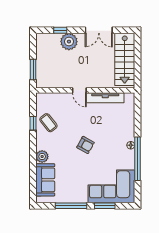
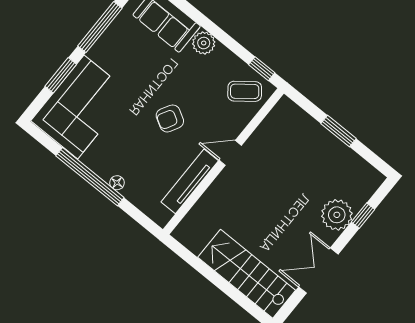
door: (79, 90) -> (230, 153), moved
wall: (85, 90) -> (223, 161), moved
tv unit: (105, 98) -> (190, 181), moved

